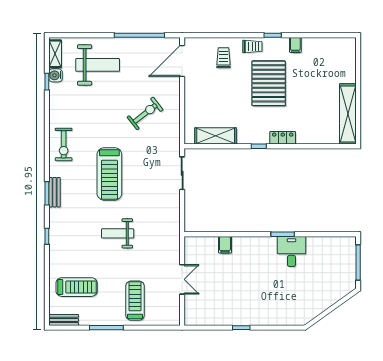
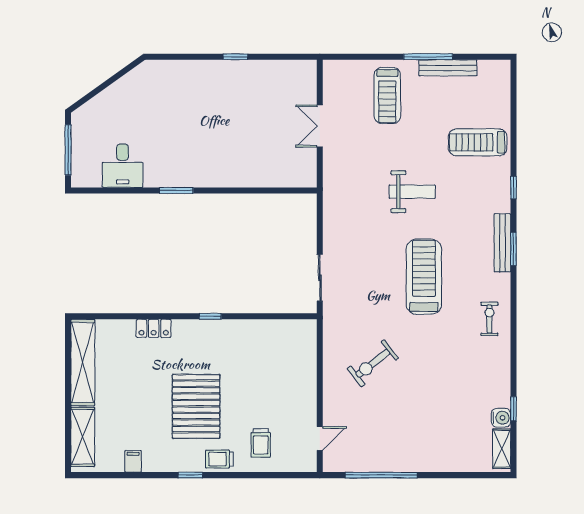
filing cabinet: (295, 45) -> (133, 461), moved
door: (182, 61) -> (320, 438), width x0.53
weight bench: (98, 65) -> (441, 433), removed
shelving: (216, 136) -> (83, 437), moved, turned 90
locker: (283, 138) -> (154, 328), moved
exercise bike: (64, 144) -> (489, 319), width x0.73, depth x0.72
bench: (55, 192) -> (502, 243), width x1.36
filing cabinet: (225, 245) -> (259, 175), removed
desk: (291, 252) -> (123, 166), moved
treadmill: (77, 287) -> (478, 142), moved
bench: (64, 320) -> (448, 68), moved, width x1.36

